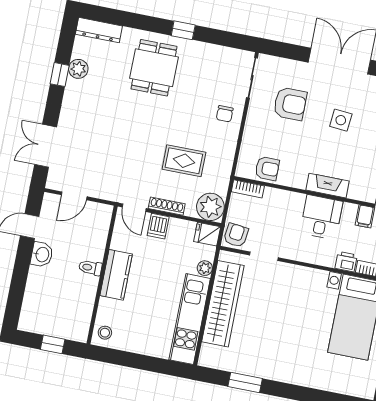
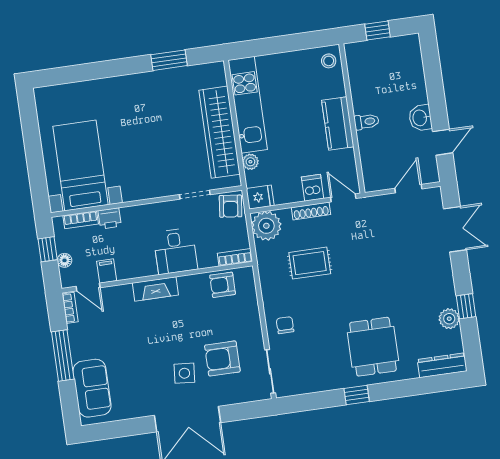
side table: (341, 120) -> (184, 373), moved
desk: (321, 217) -> (175, 251), moved

